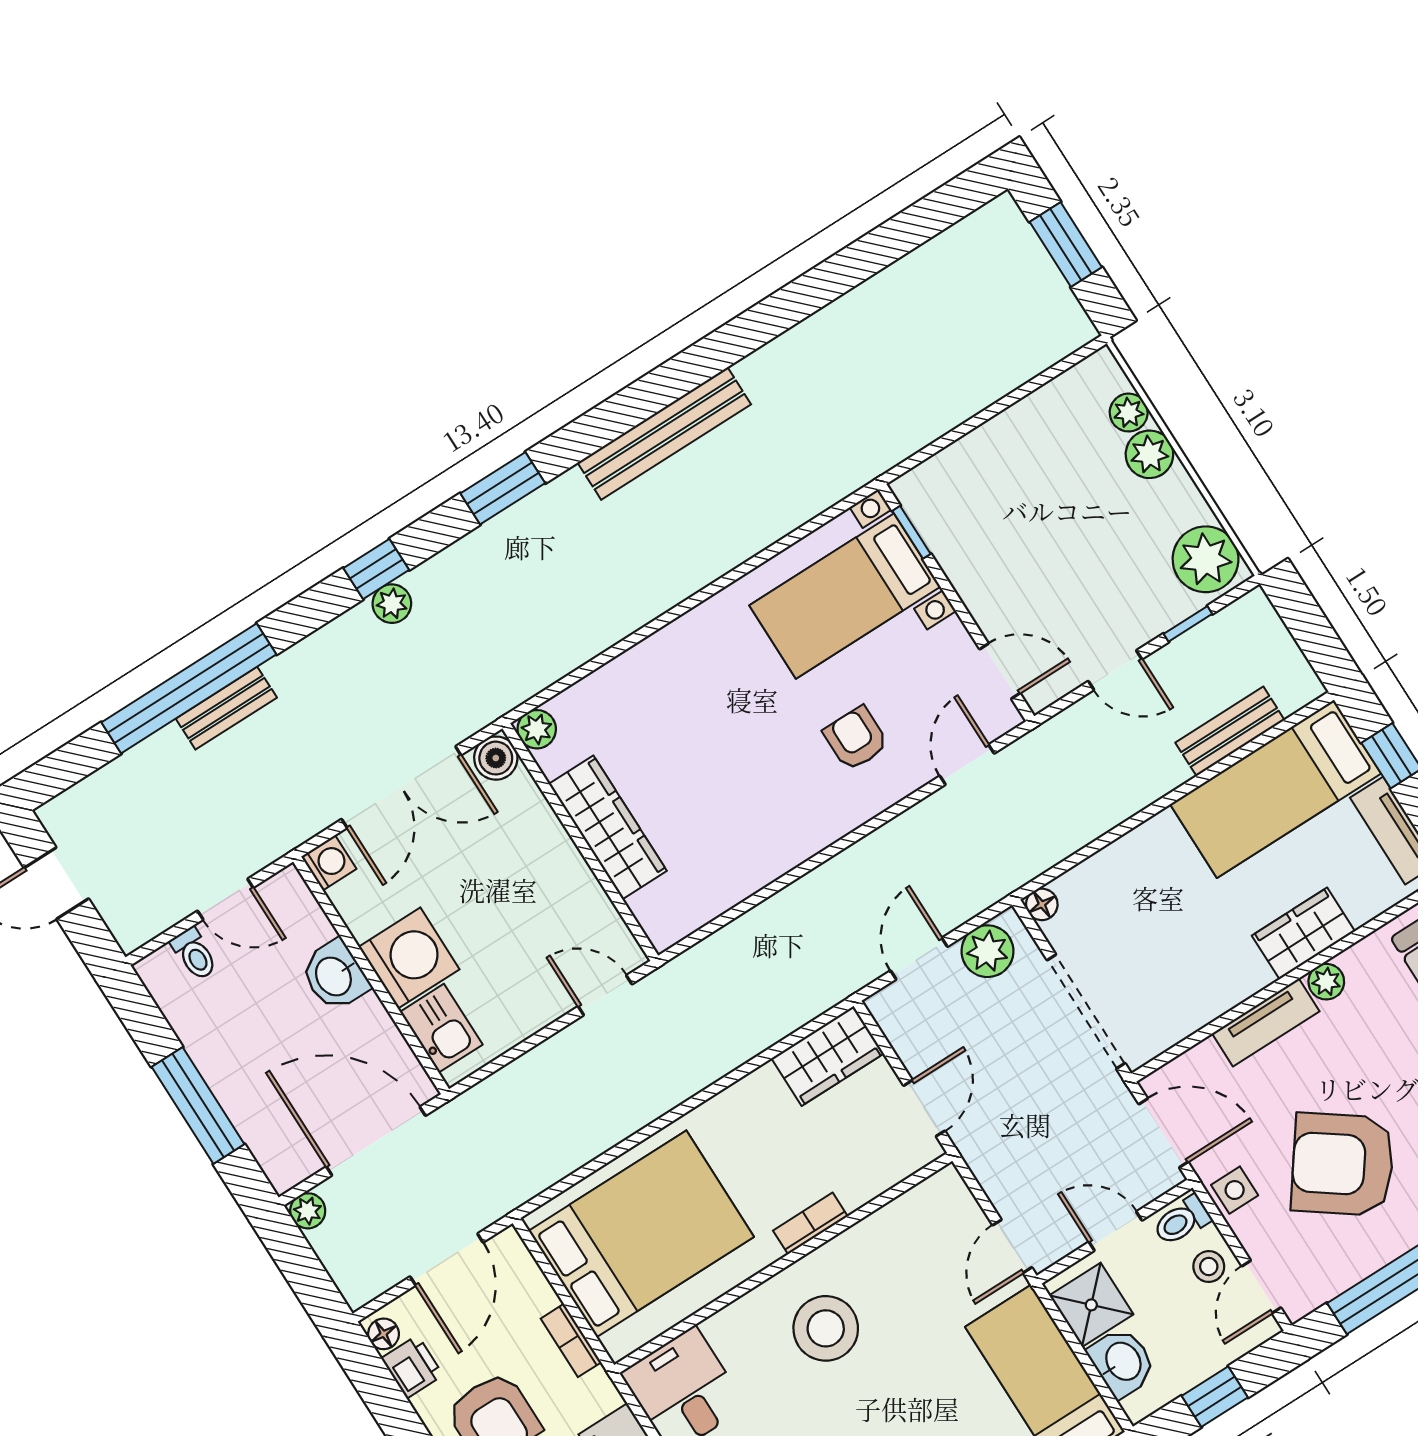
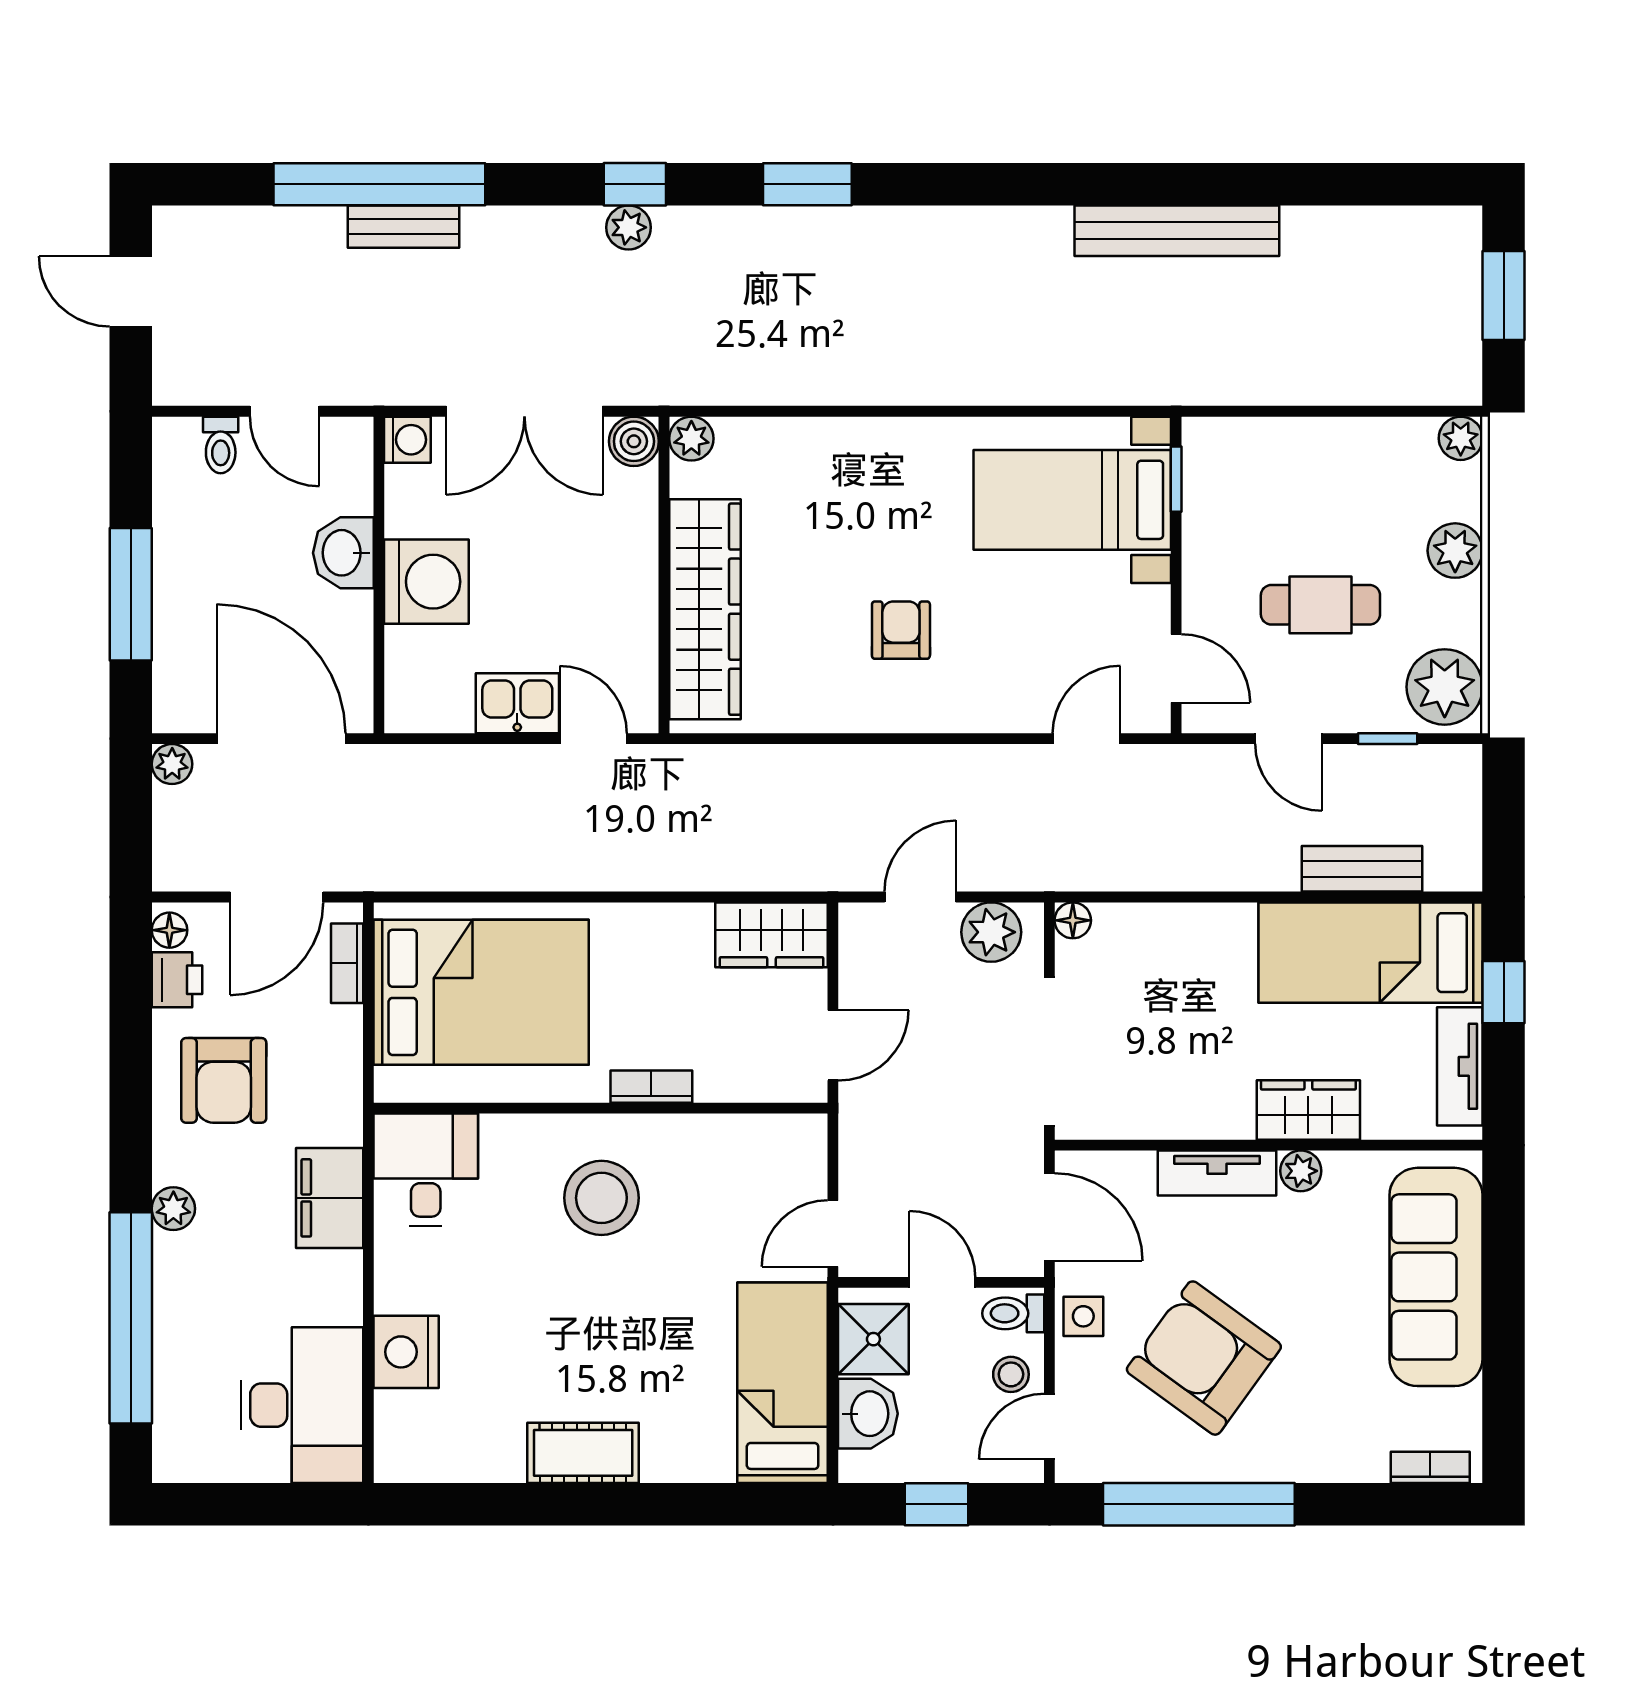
plant: (1129, 413) -> (1461, 438), moved
bench: (664, 433) -> (1177, 231), moved
cafe table: (1076, 557) -> (1320, 605), added
armchair: (856, 738) -> (901, 630), moved
wardrobe: (608, 827) -> (705, 609), width x1.40, depth x1.17
kitchen sink: (441, 1028) -> (517, 703), moved, turned -90
bookcase: (571, 1340) -> (347, 963), moved

